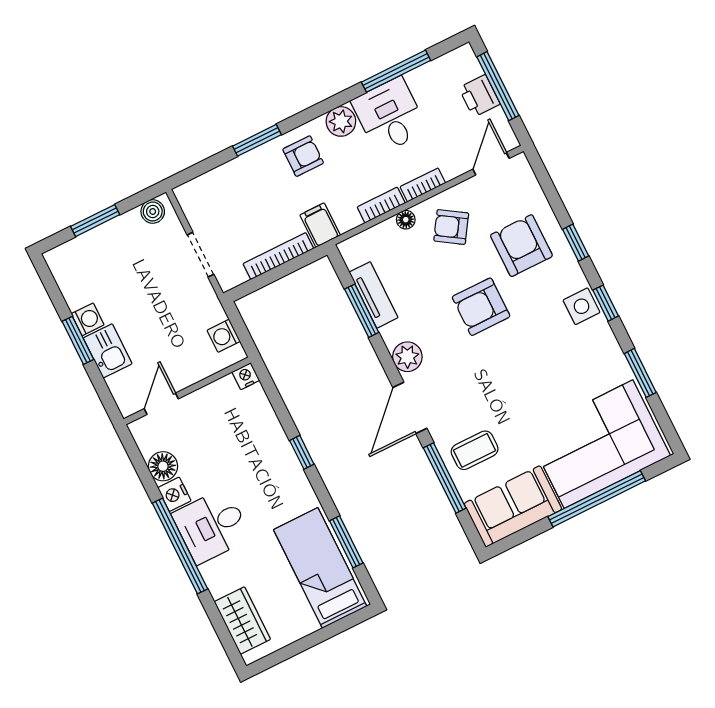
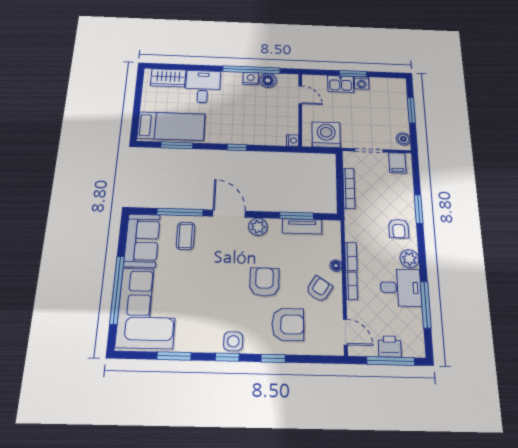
filing cabinet: (320, 225) -> (397, 163), moved, turned 90
washing machine: (224, 336) -> (326, 135), width x1.89, depth x1.89
desk: (212, 526) -> (203, 86), moved
window: (180, 546) -> (252, 70), moved

